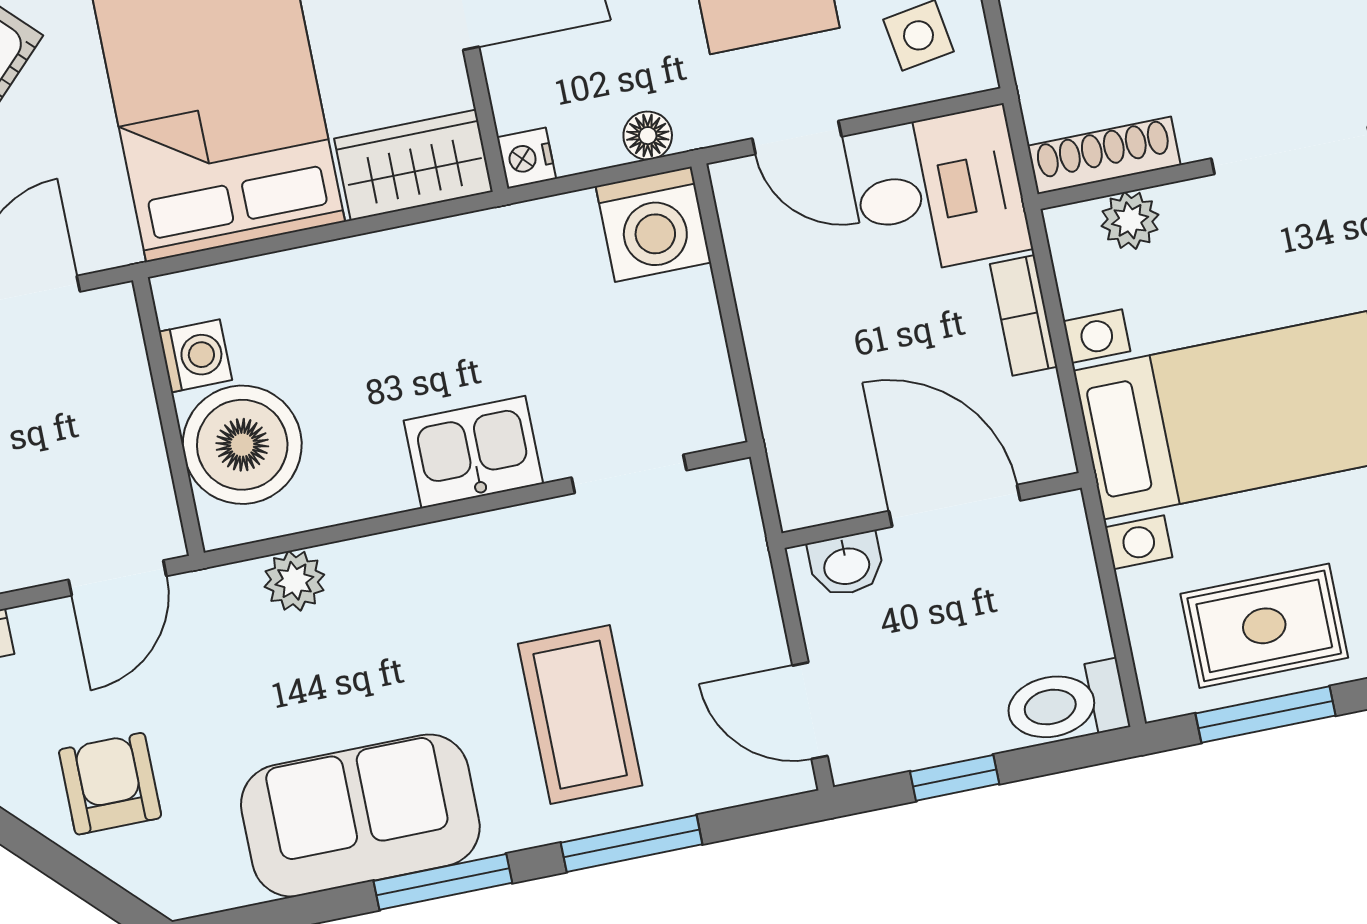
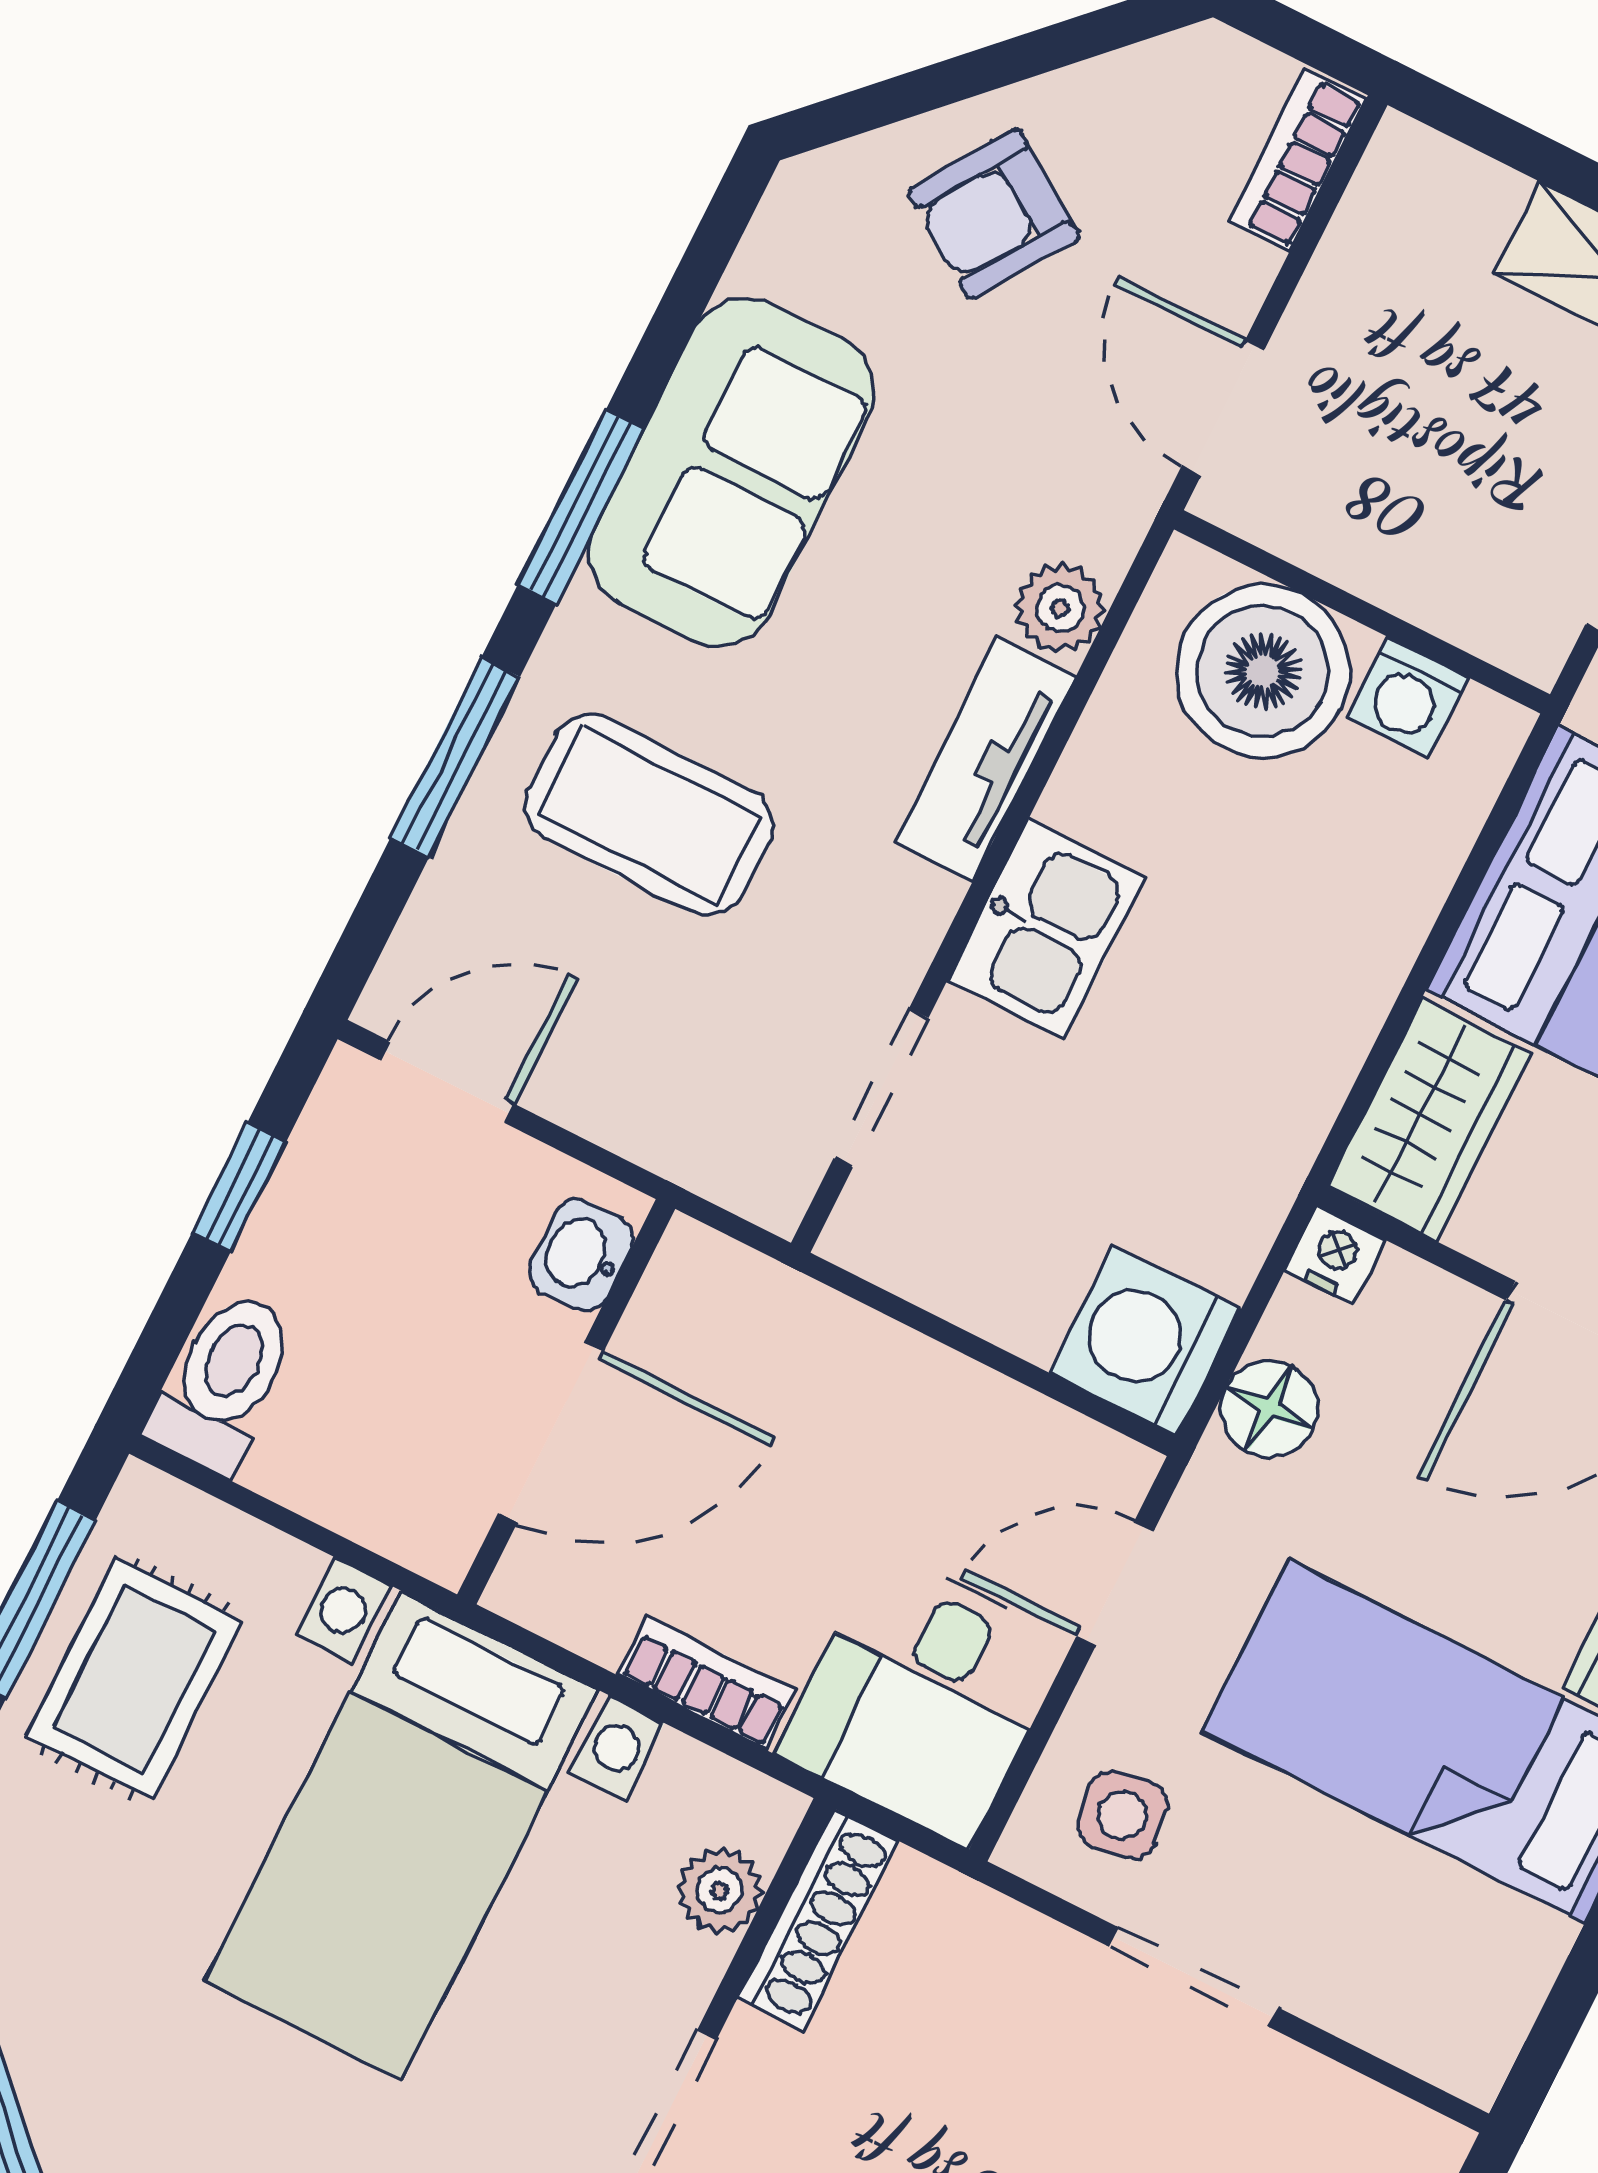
floor lamp: (648, 136) -> (1269, 1409), width x1.37, depth x1.37
tv unit: (407, 557) -> (985, 759), added
armchair: (110, 784) -> (994, 214), turned 124

